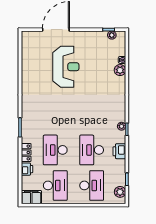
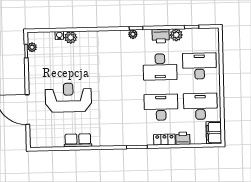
row of seats: (27, 74) -> (78, 140), added
desk: (55, 150) -> (161, 107), turned 180
plant: (120, 192) -> (176, 35), moved

